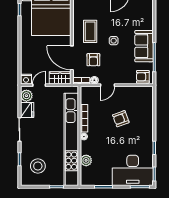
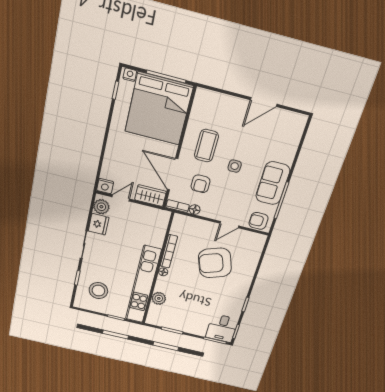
door: (107, 85) -> (229, 225), moved
armchair: (121, 119) -> (215, 263), width x1.88, depth x1.88
kitchen unit: (71, 139) -> (143, 285), width x0.73
desk: (133, 170) -> (222, 328), width x0.53, depth x0.77

